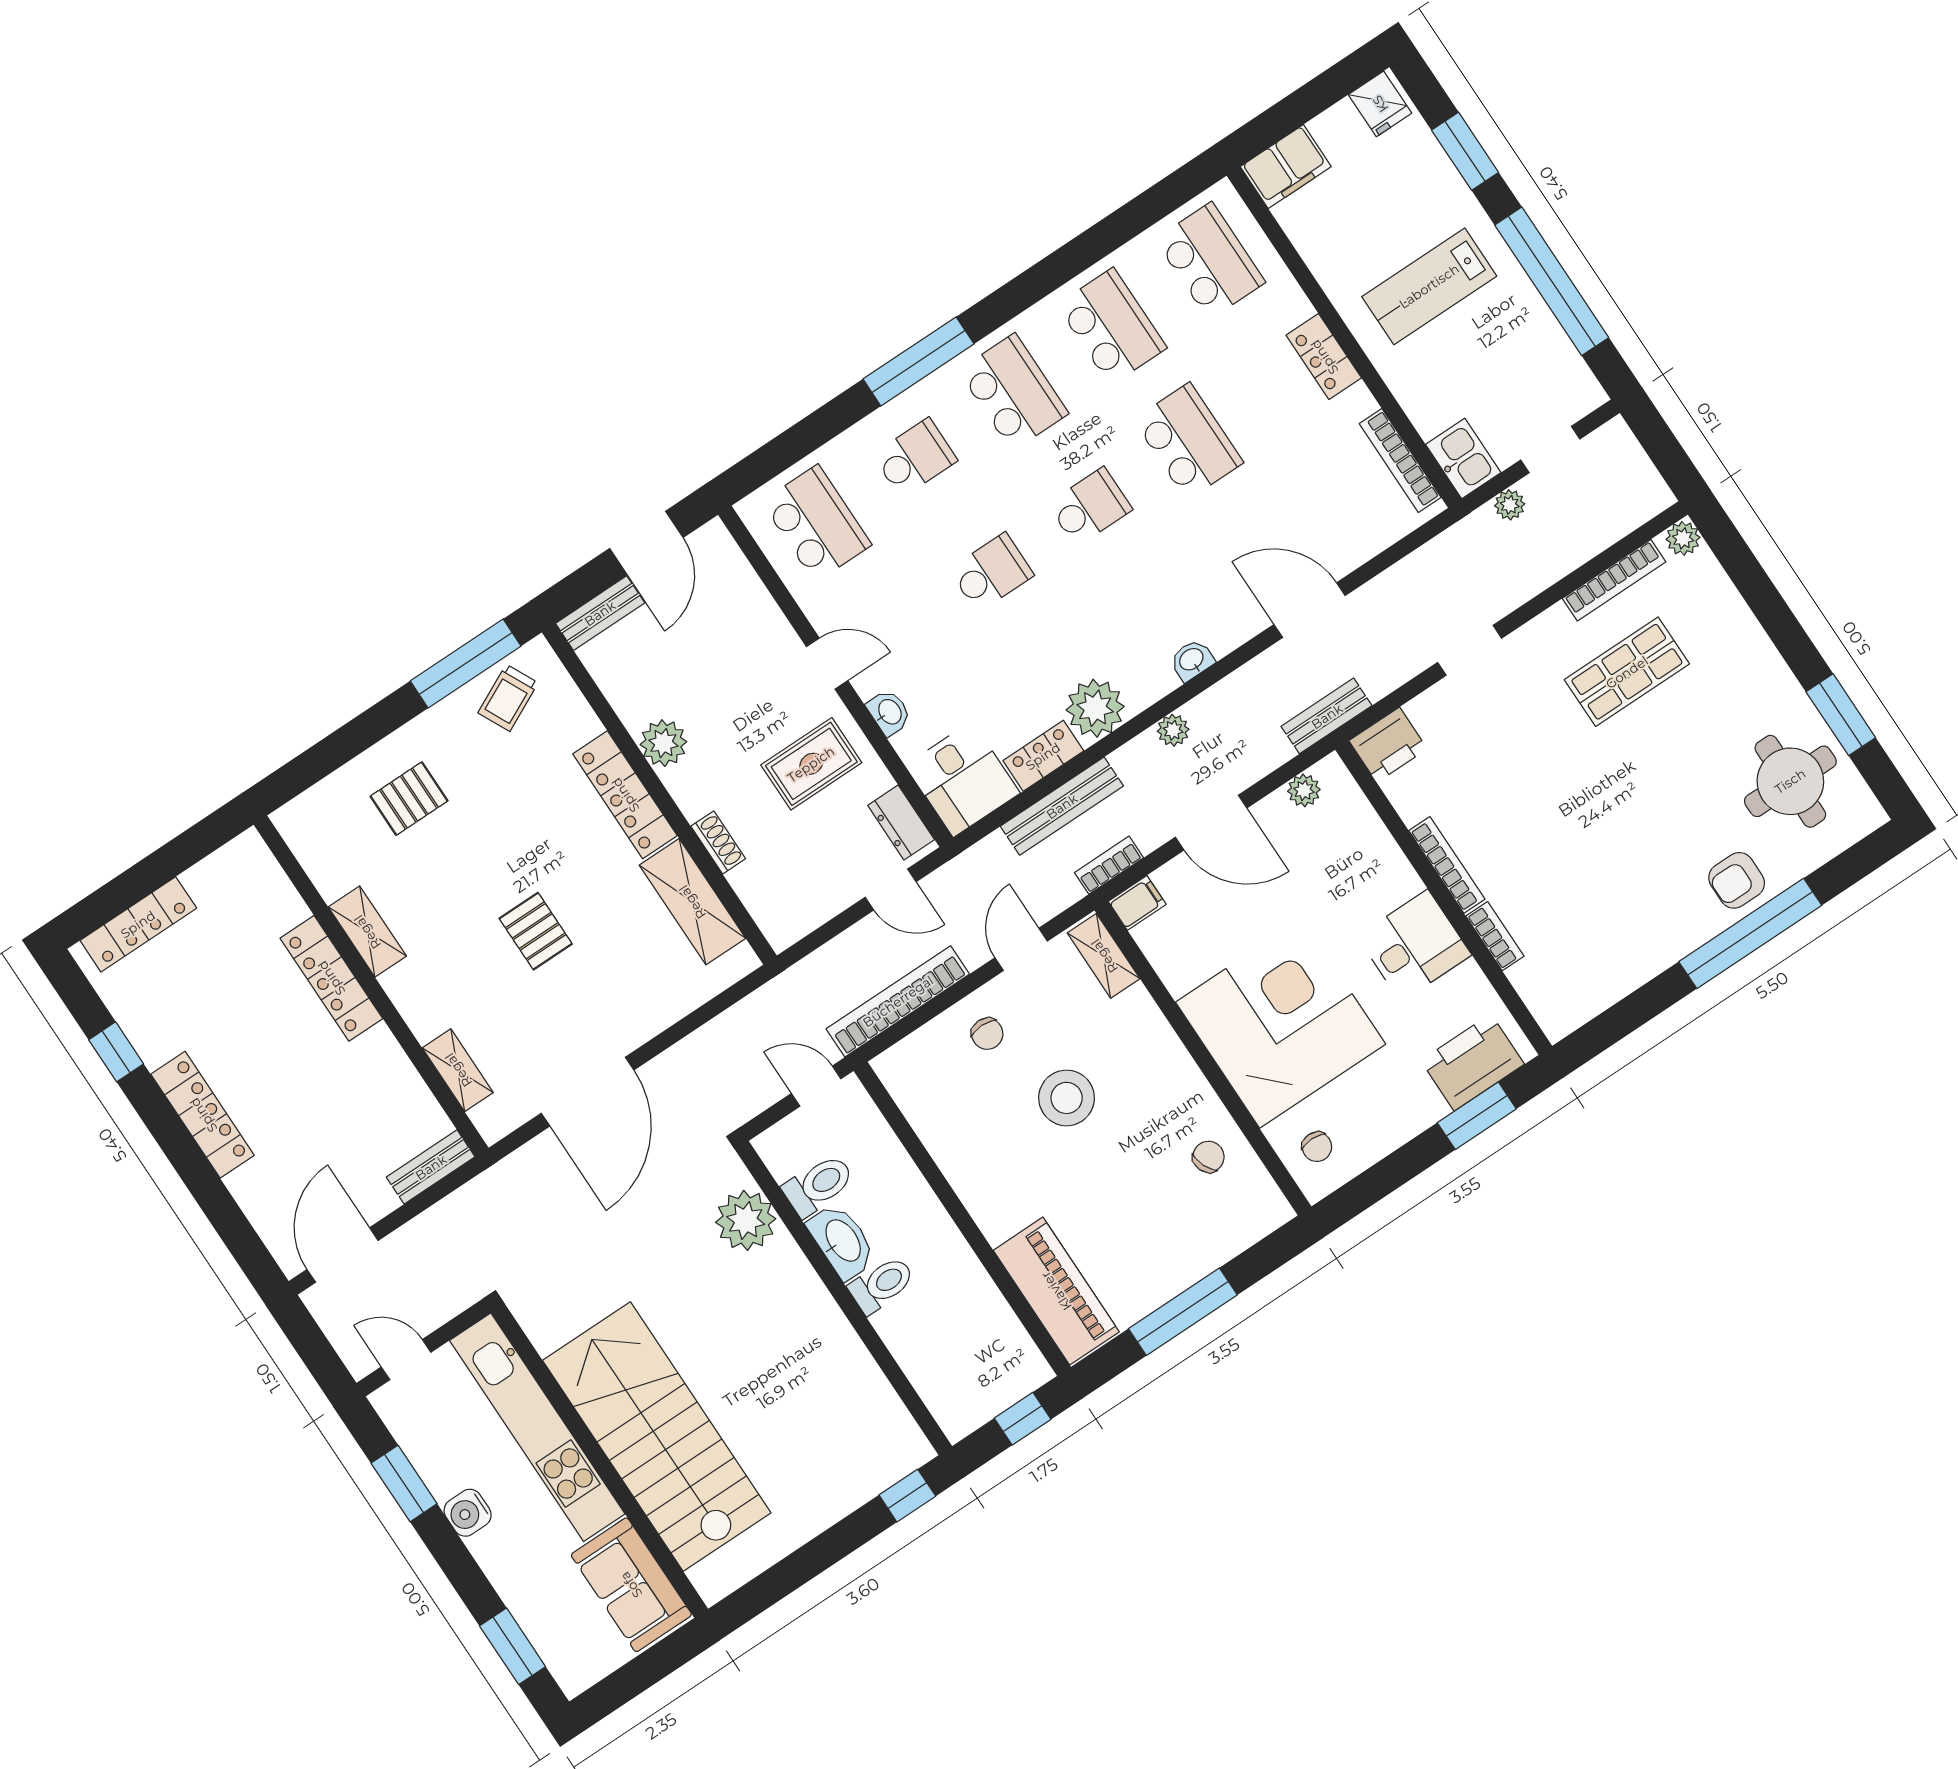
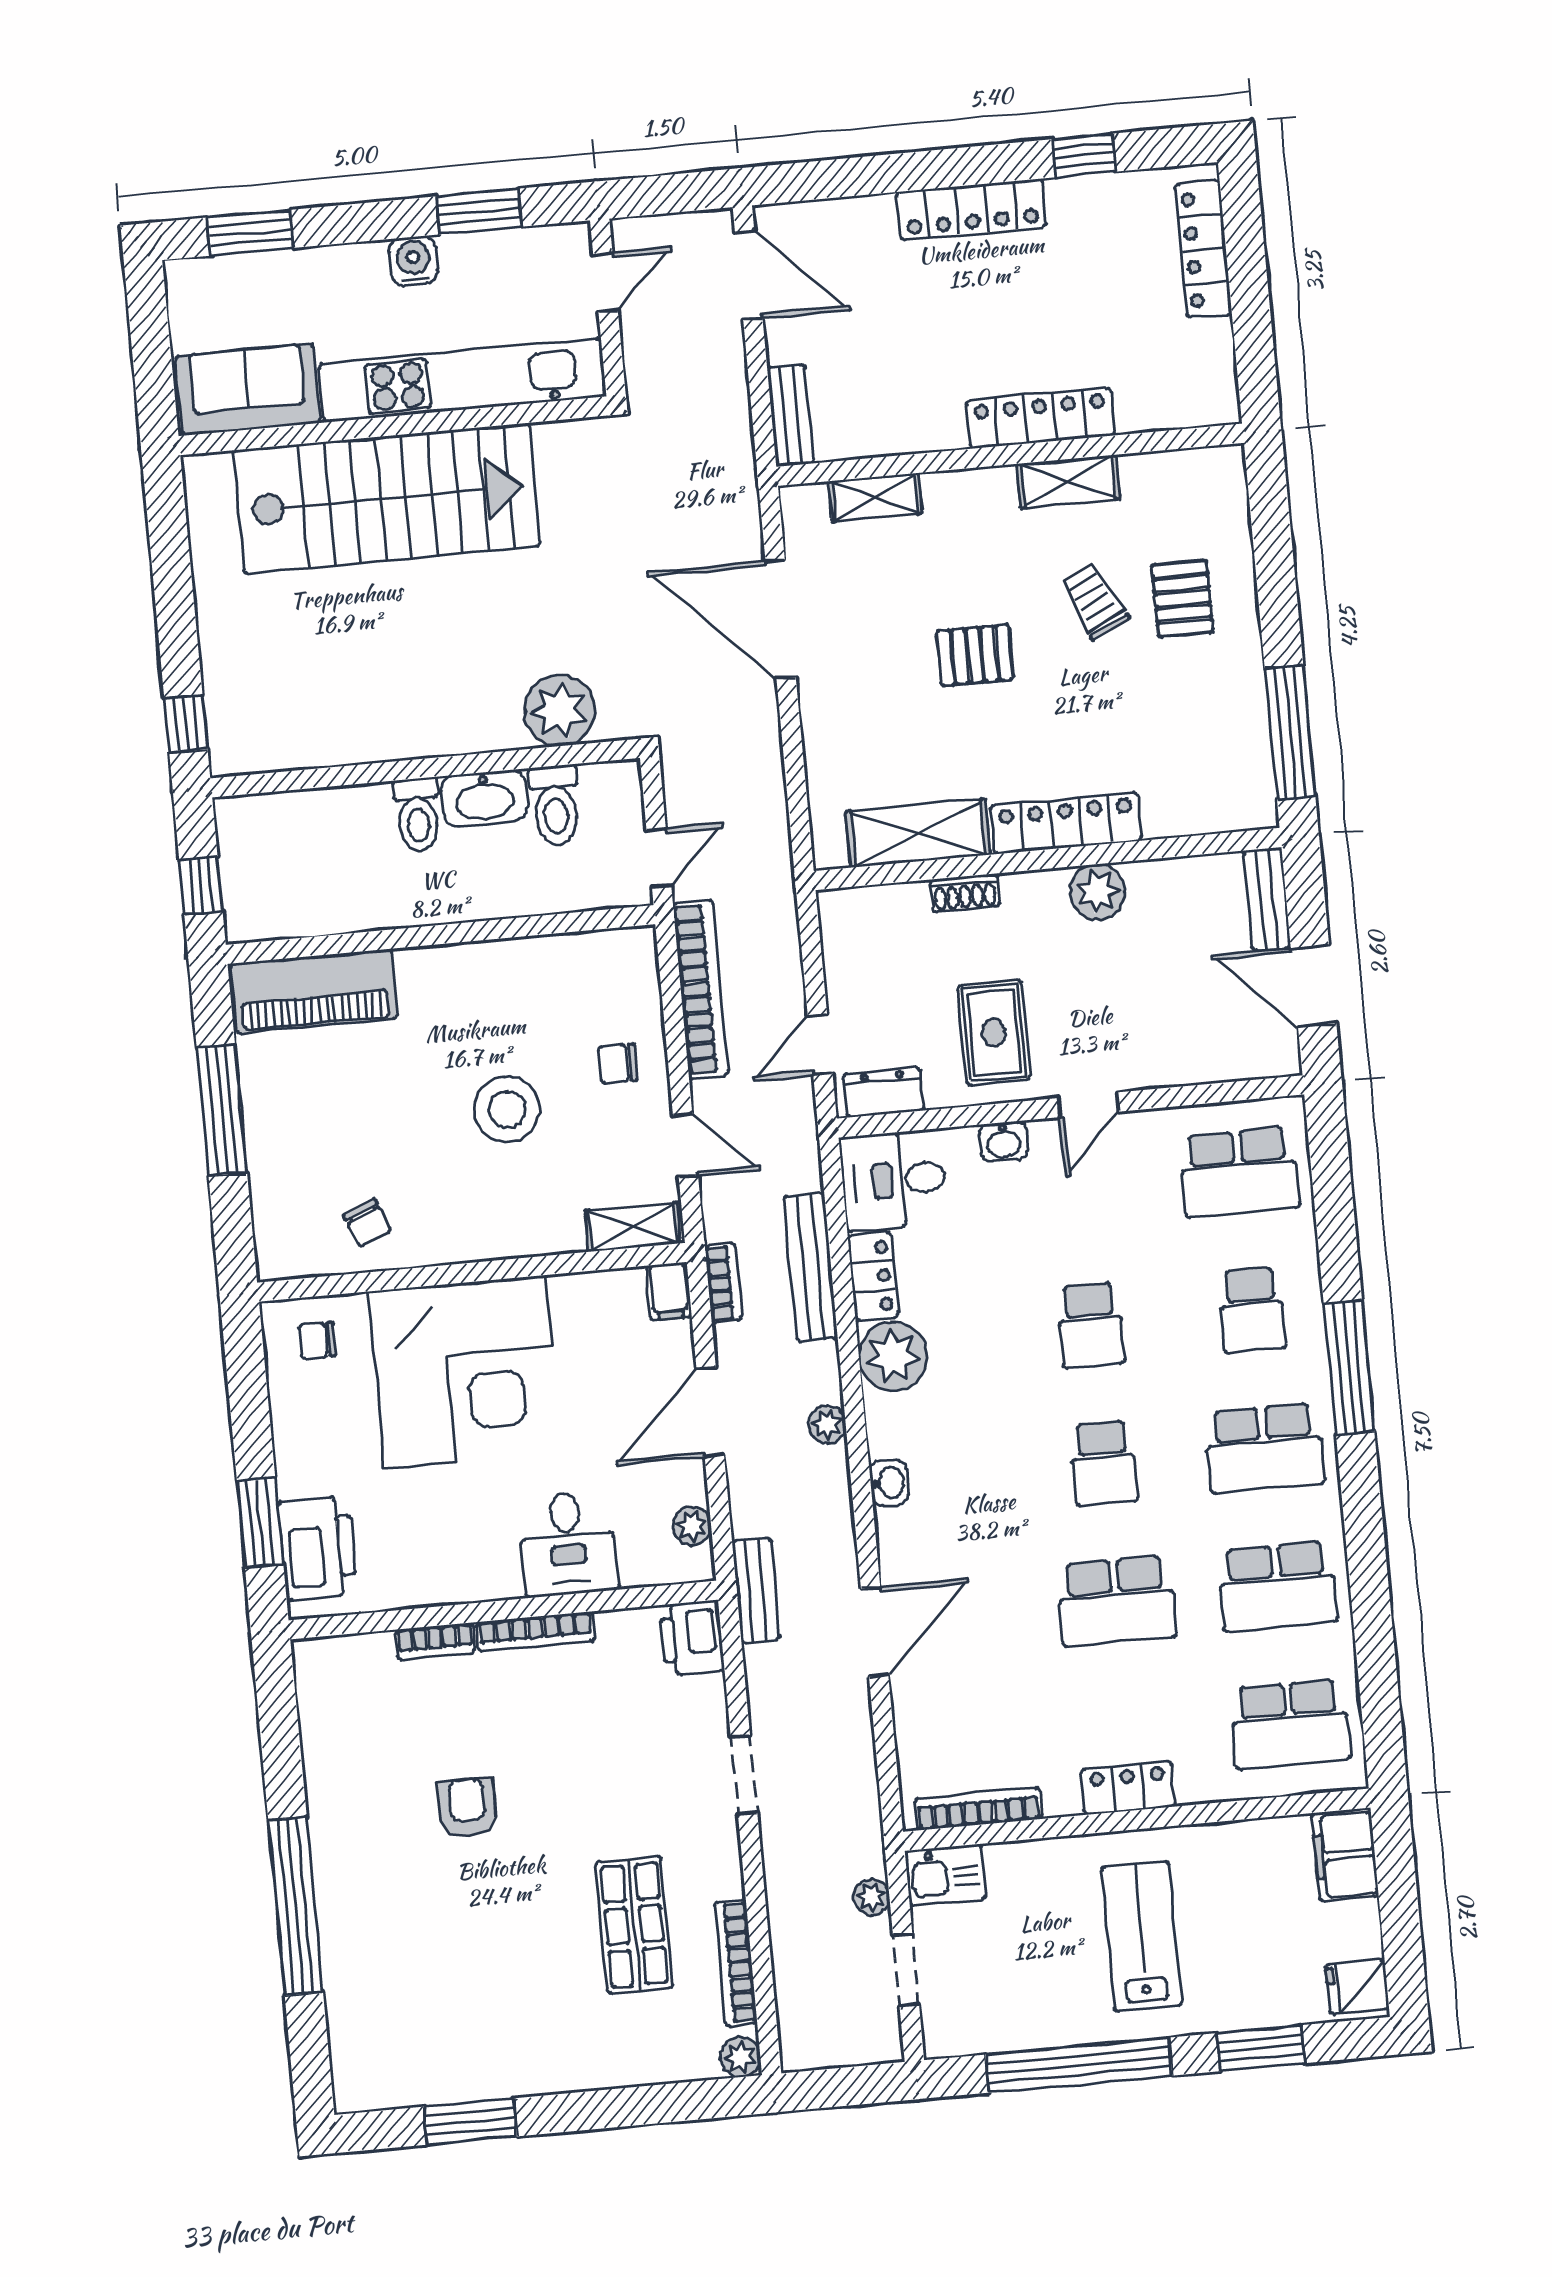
trolley: (508, 698) -> (1094, 601), moved
round table: (1790, 781) -> (430, 2032), removed
armchair: (1737, 880) -> (467, 1808), moved
desk: (1414, 946) -> (568, 1544), moved

